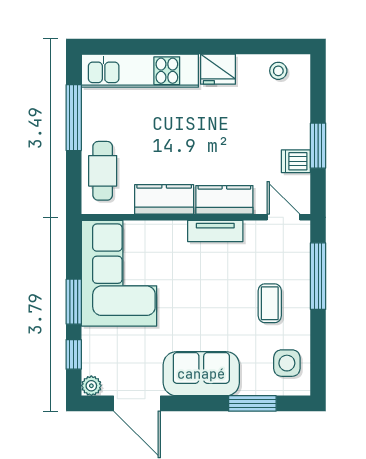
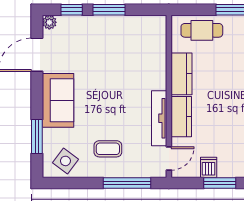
tv unit: (215, 231) -> (159, 118), width x1.41
corner sofa: (119, 273) -> (129, 42), removed
side table: (287, 363) -> (65, 161), turned 37

